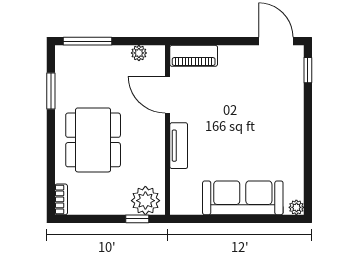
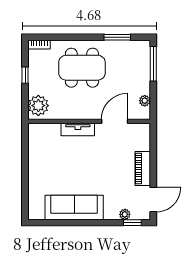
piano: (194, 56) -> (143, 168), moved
sofa: (243, 198) -> (74, 207), moved, turned -90
plant: (296, 207) -> (125, 214), moved
window: (137, 219) -> (25, 75), moved

